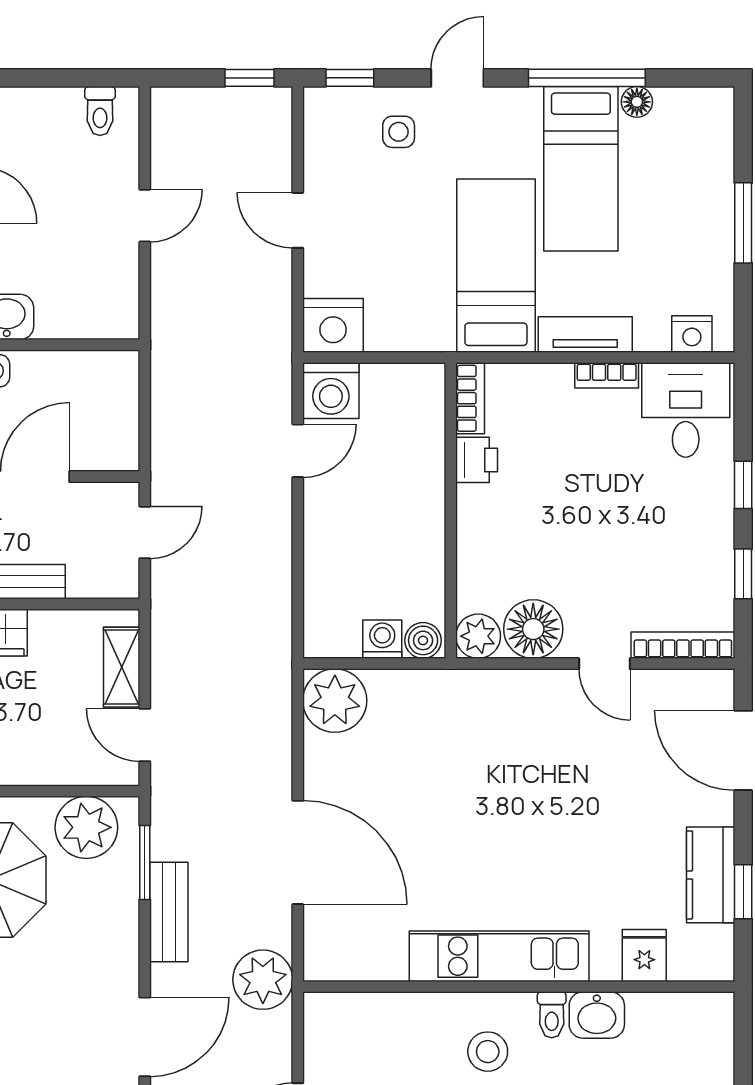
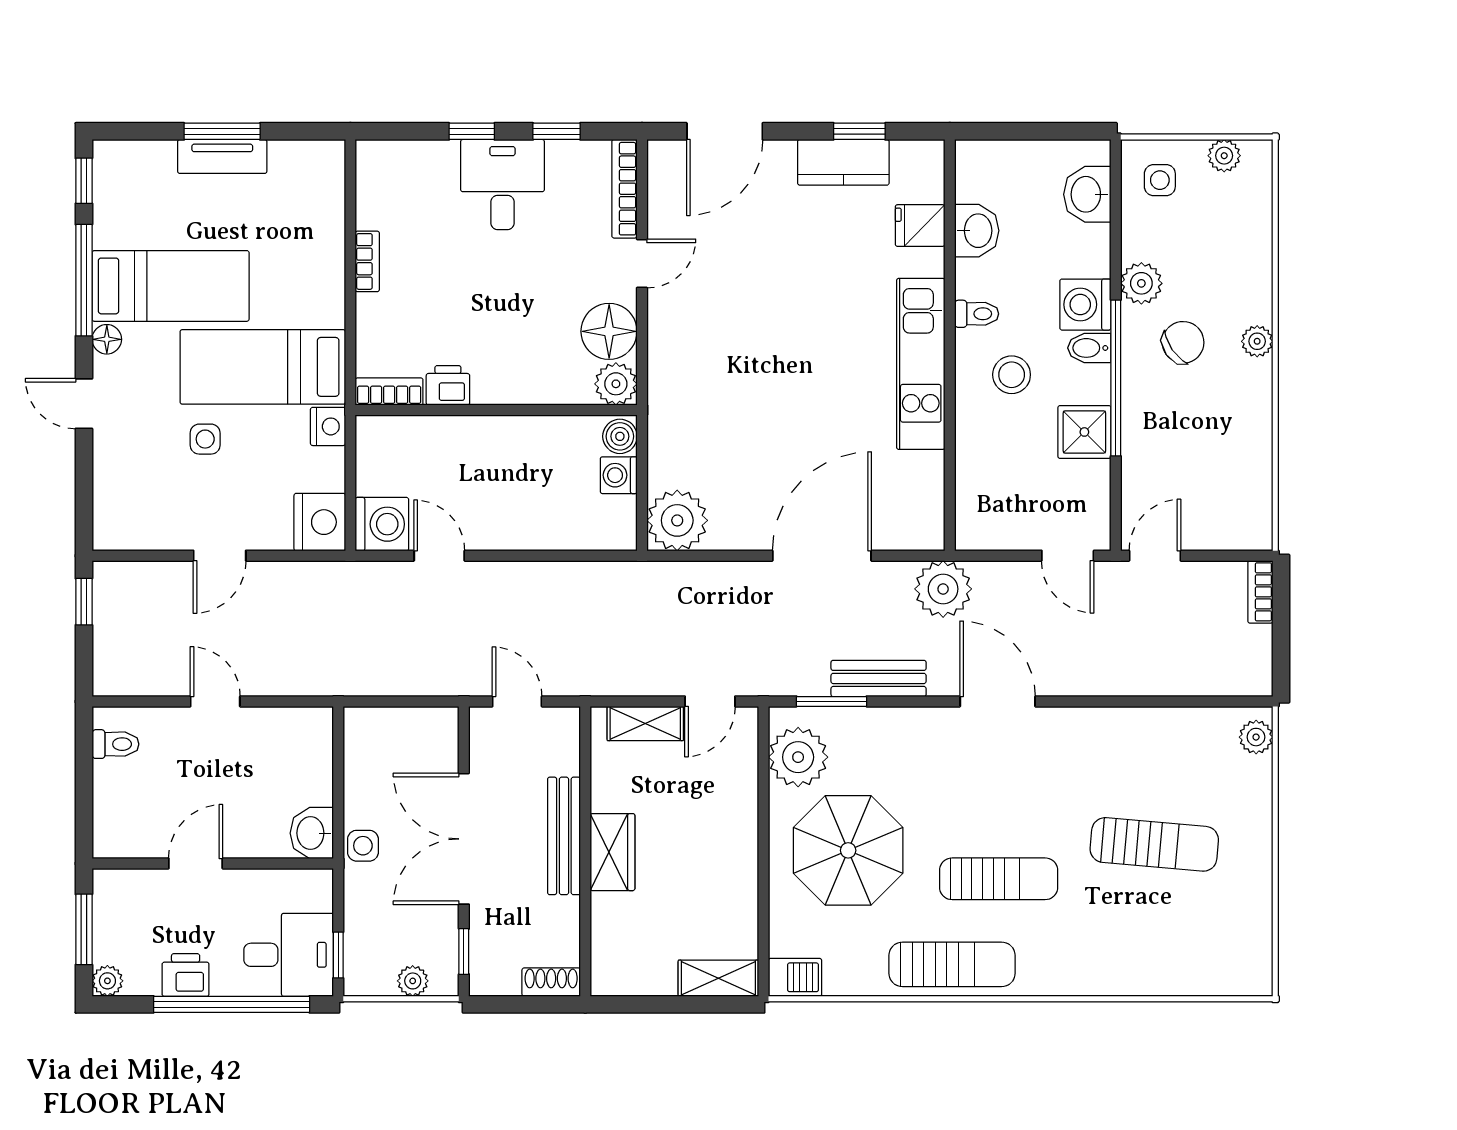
window: (350, 78) -> (84, 181), moved
floor lamp: (637, 102) -> (107, 339), moved
side table: (399, 132) -> (205, 439), moved
nightstand: (692, 334) -> (328, 426), moved
tv unit: (585, 335) -> (222, 156), moved, turned -90
desk: (686, 410) -> (502, 185), moved, turned 90
washbasin: (597, 1015) -> (977, 231), moved

